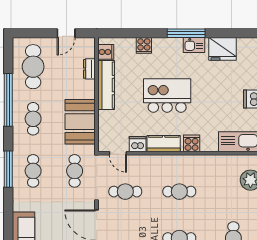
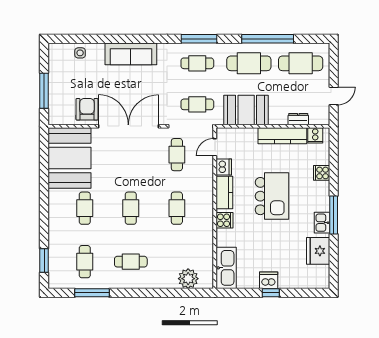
door: (66, 33) -> (334, 96), swing flipped
cafe table: (33, 119) -> (249, 63), width x1.37, depth x1.35

